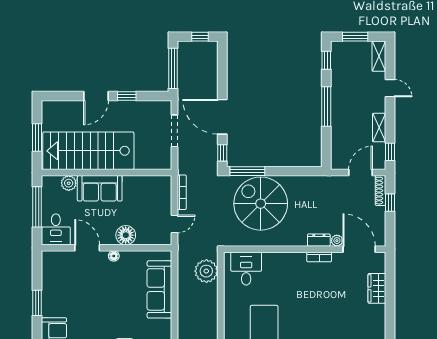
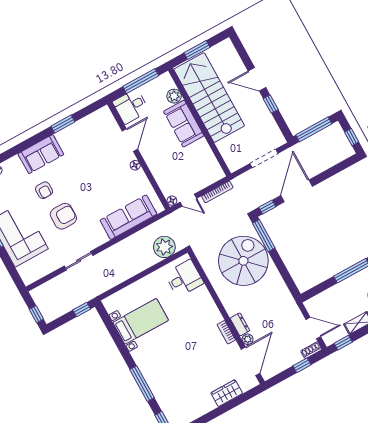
shoe rack: (381, 191) -> (311, 350), width x0.70
floor lamp: (126, 235) -> (172, 201), moved, width x0.53, depth x0.53

